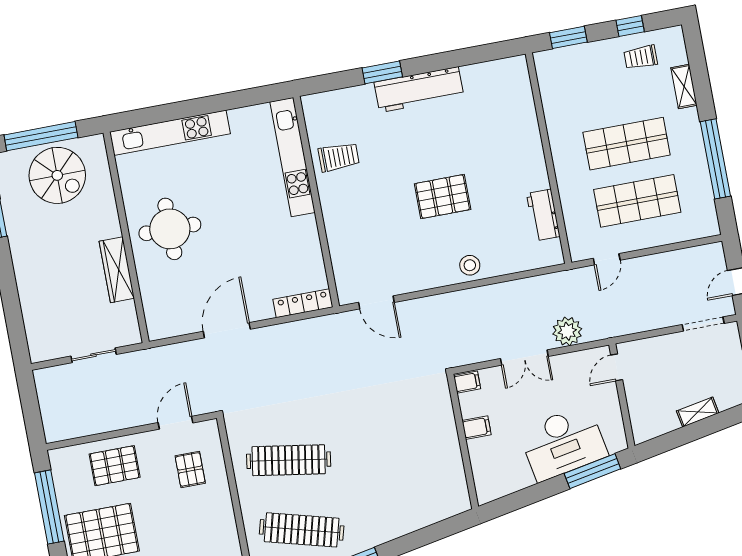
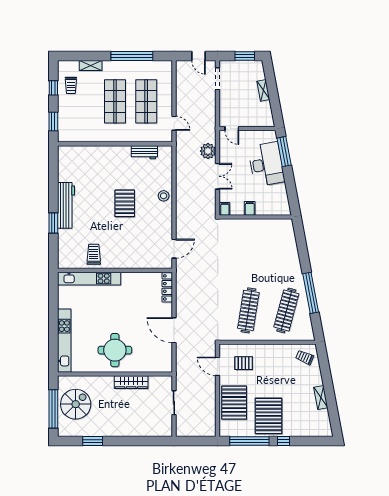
pallet: (115, 466) -> (234, 403), width x1.37, depth x1.41

